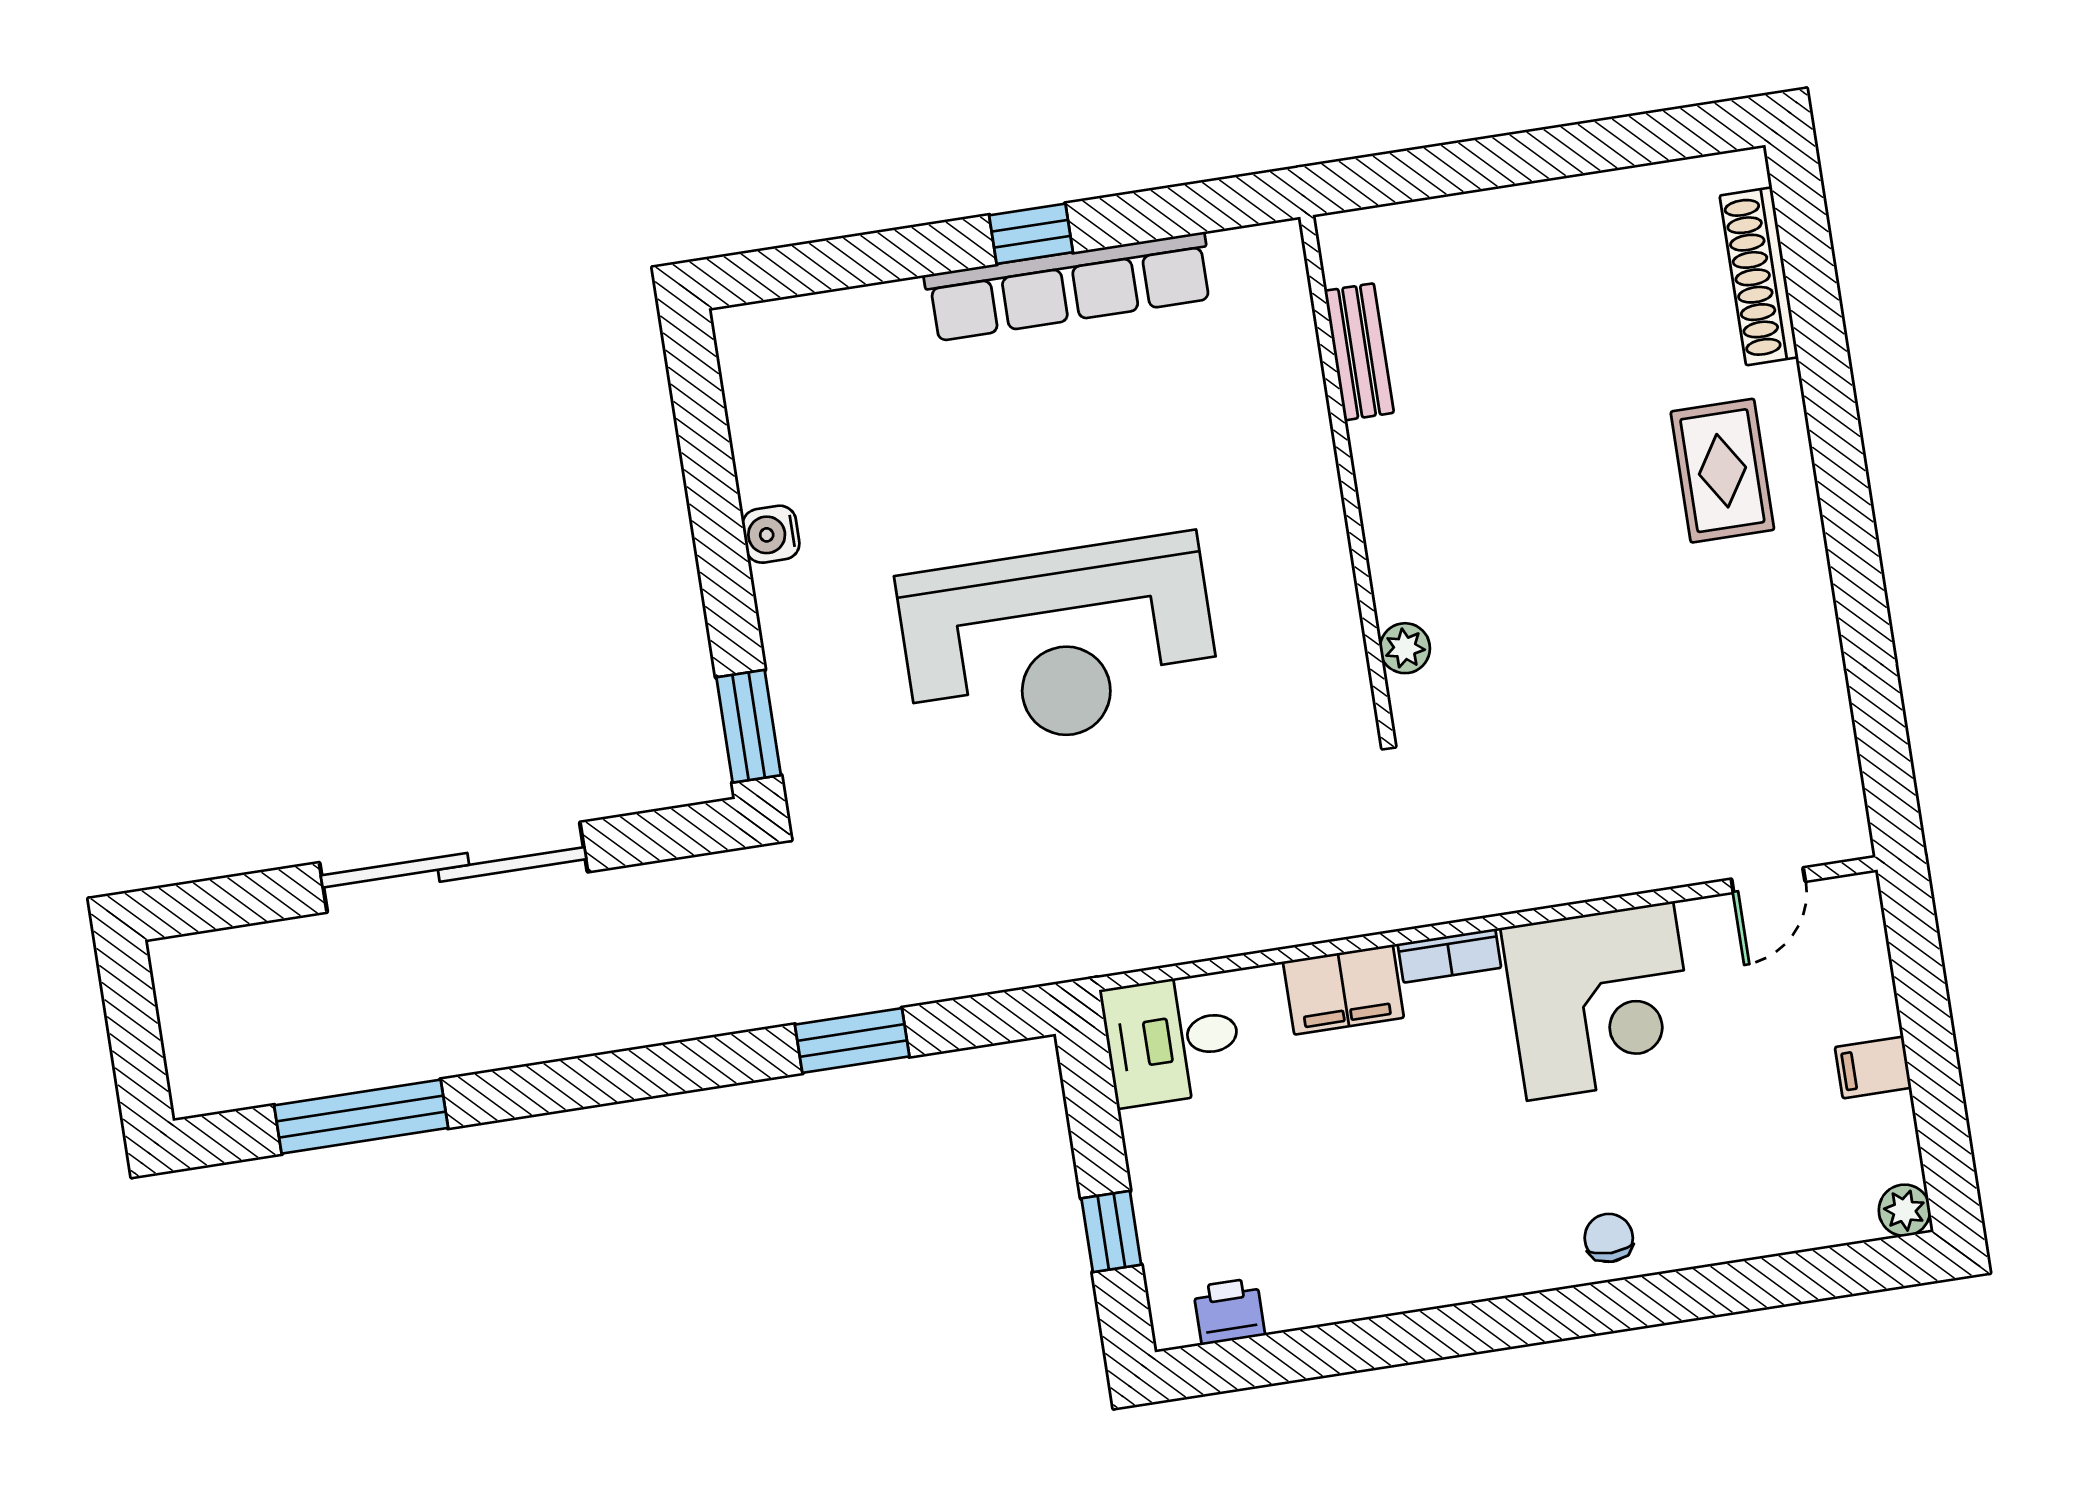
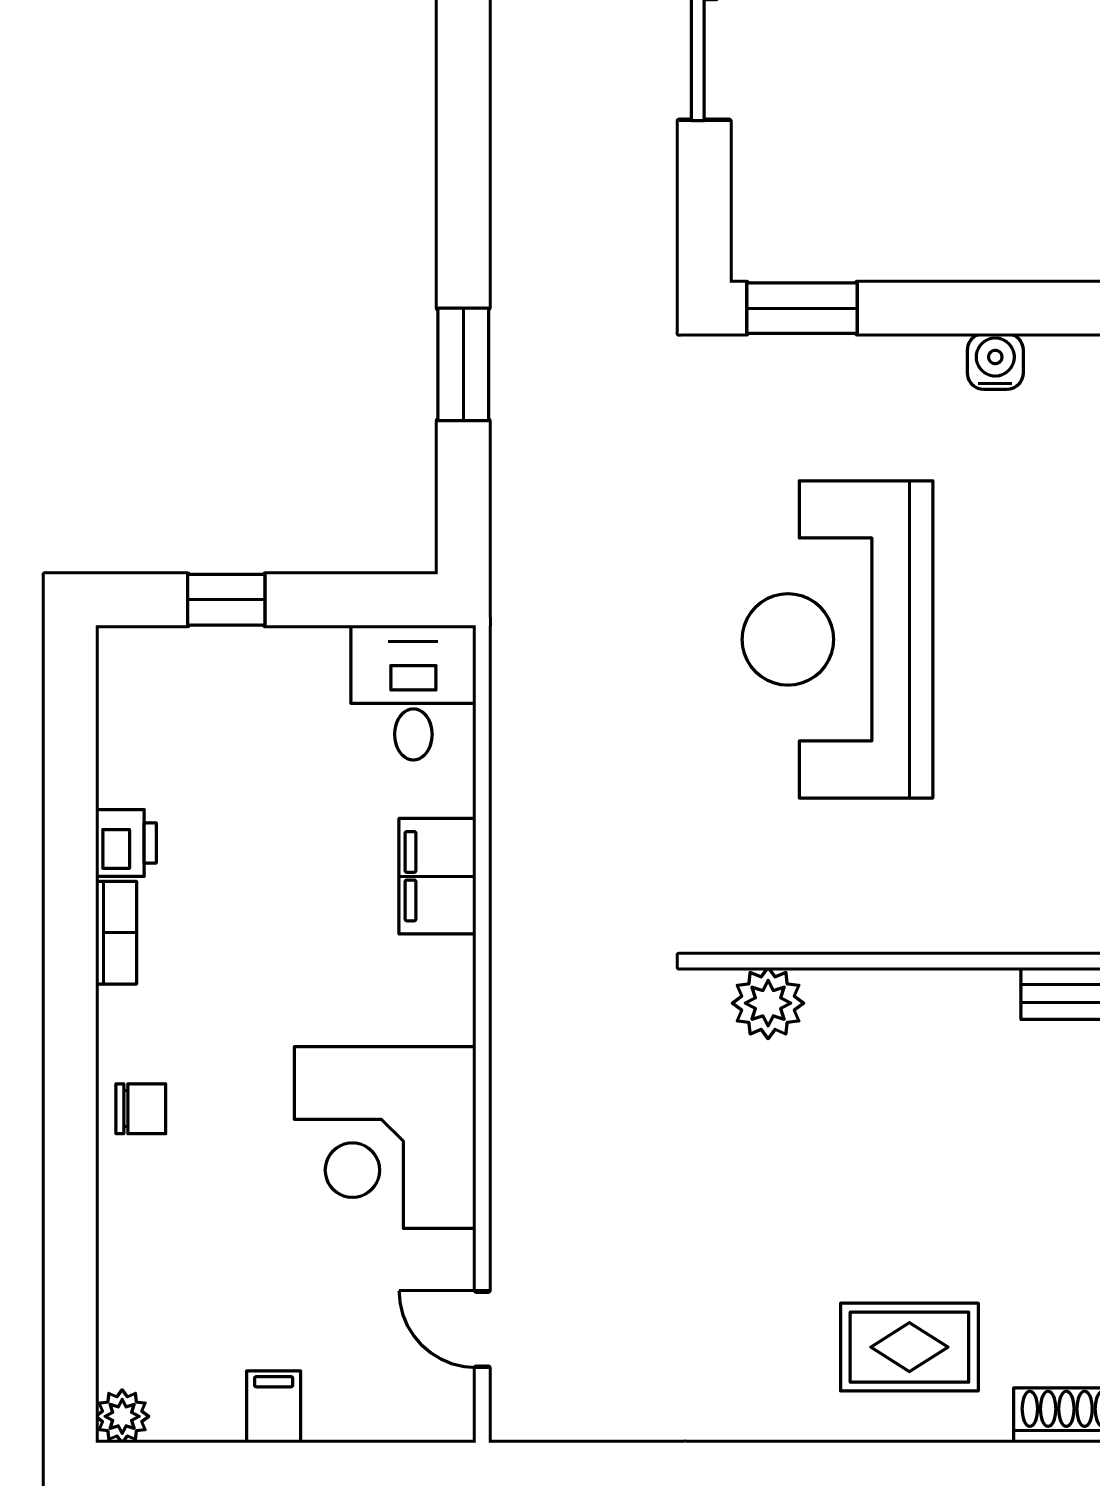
plant: (1405, 648) -> (768, 1003), width x1.38, depth x1.38
bookcase: (1449, 956) -> (116, 933), moved, turned 180
printer: (1229, 1311) -> (126, 843), moved

